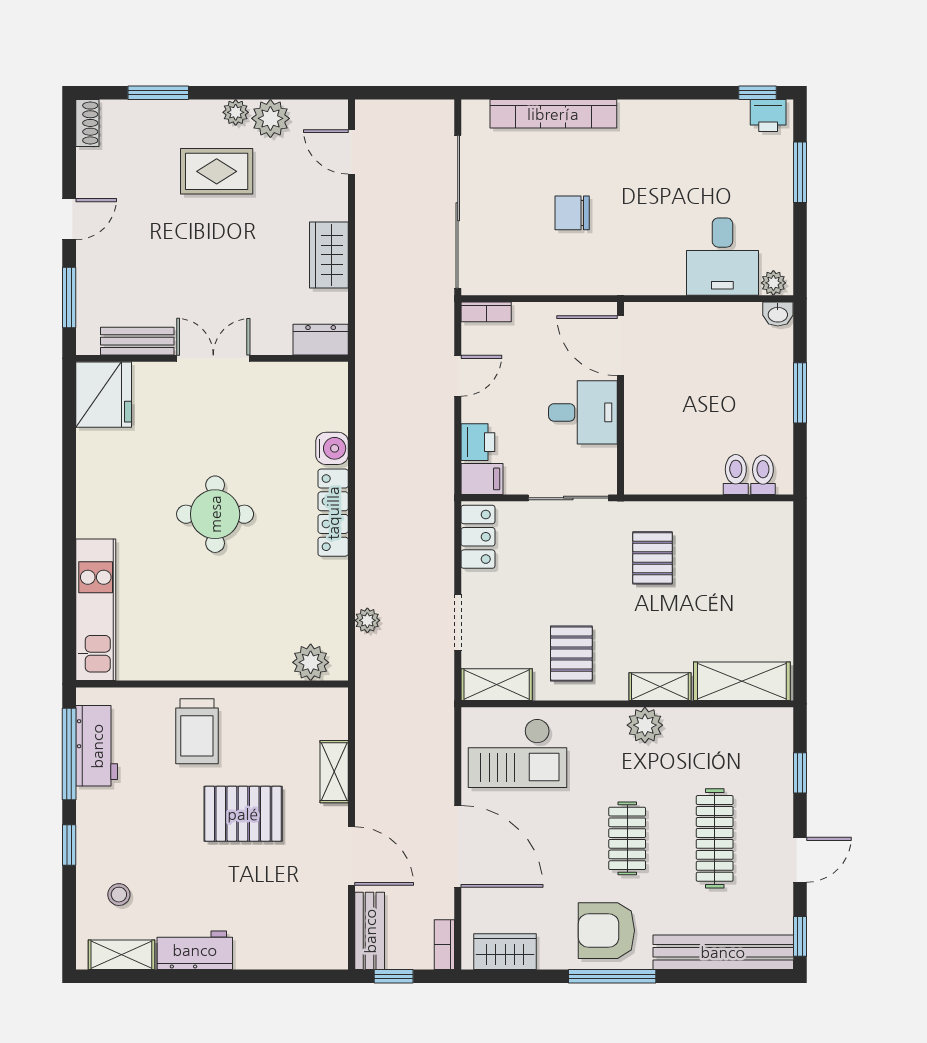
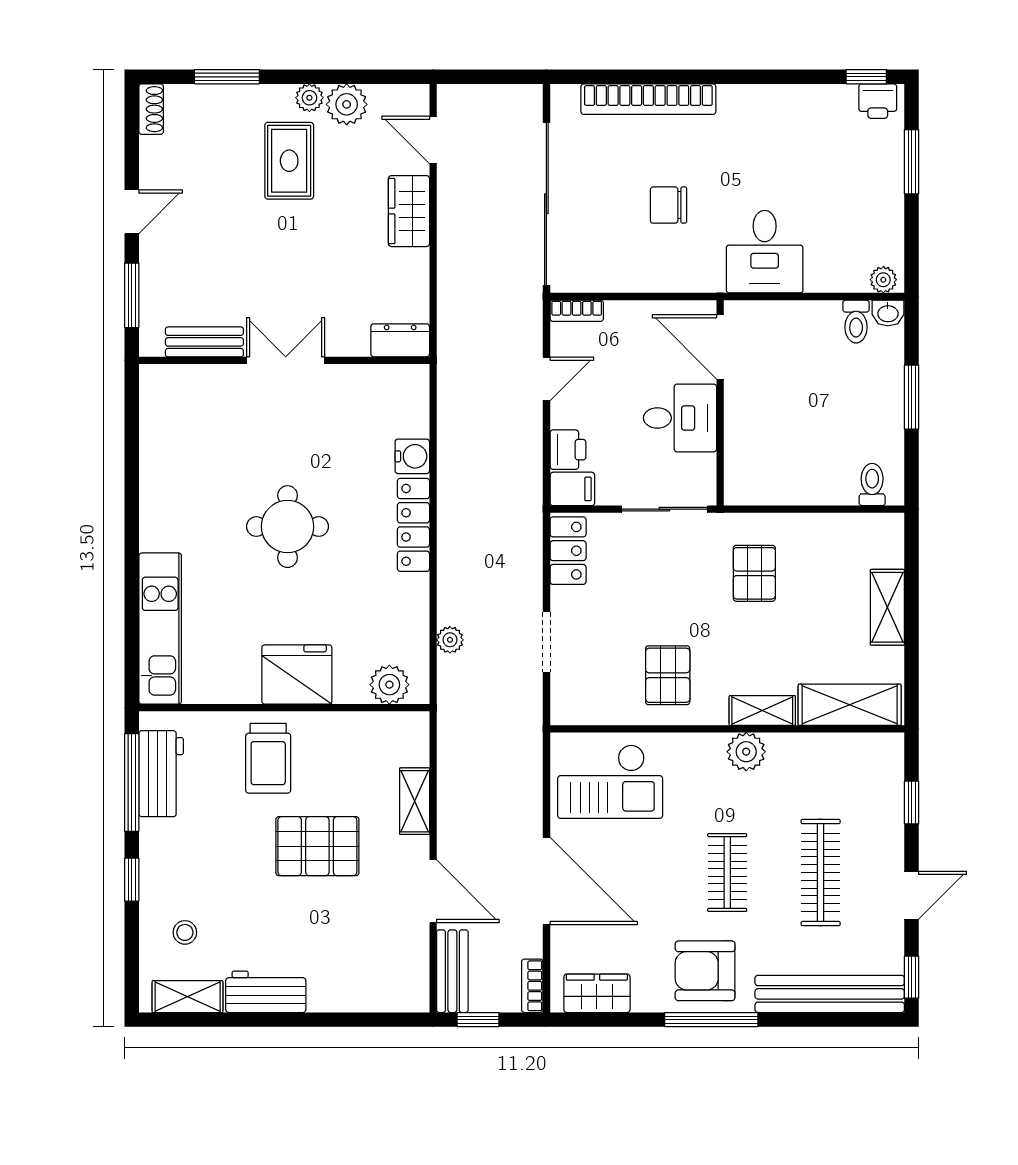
rug: (217, 171) -> (289, 161), turned 90
wardrobe: (329, 255) -> (409, 211), moved
desk: (722, 257) -> (765, 252), moved
fridge: (104, 395) -> (297, 674), moved, turned -90
toilet: (736, 475) -> (856, 322), moved, turned 180
shelving: (497, 685) -> (887, 607), moved, turned 90

